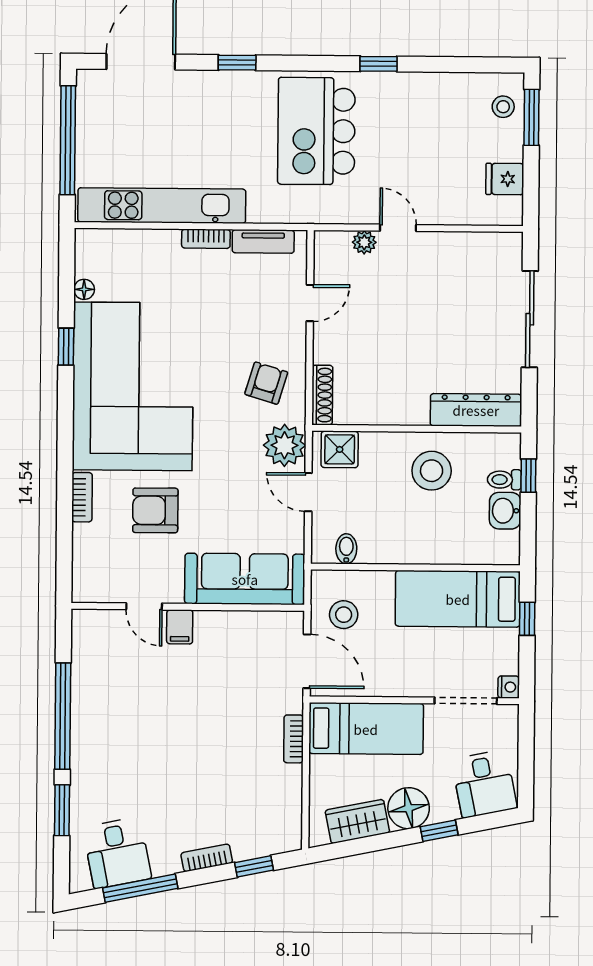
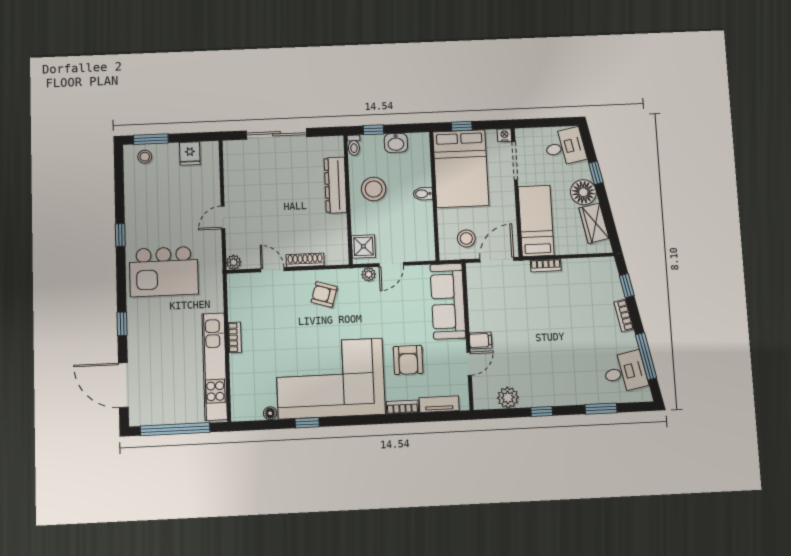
tv unit: (263, 241) -> (439, 404), moved, turned -90
plant: (364, 242) -> (234, 262), moved
shoe rack: (322, 395) -> (305, 260), moved
dresser: (476, 410) -> (335, 185), moved
plant: (285, 445) -> (369, 274), width x0.53, depth x0.53
toilet: (504, 480) -> (354, 145), moved
bidet: (346, 549) -> (423, 194), moved
bed: (458, 599) -> (461, 169), width x1.50
plant: (88, 664) -> (508, 398), added
window: (63, 716) -> (542, 411), width x0.32

